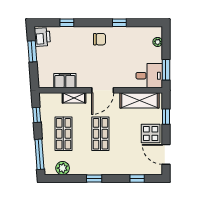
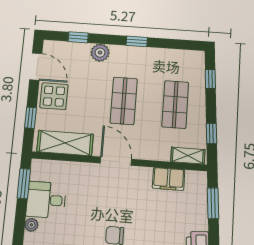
window: (32, 51) -> (213, 203), moved
desk: (149, 76) -> (46, 200), moved
door: (103, 90) -> (116, 161), hinge flipped
shelving: (74, 98) -> (188, 156), moved
window: (39, 154) -> (210, 79), width x0.46
plant: (63, 168) -> (100, 53), moved

